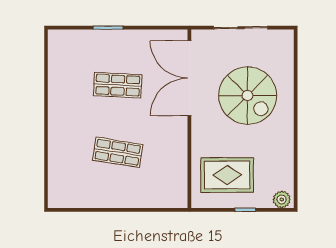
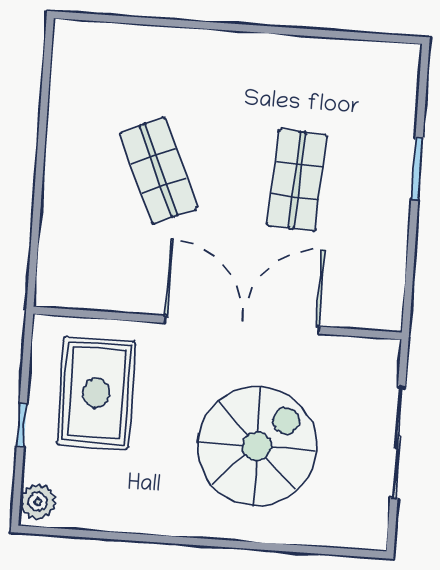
double door: (189, 78) -> (242, 325), moved
spiral stairs: (248, 95) -> (257, 446), turned 180
shop shelf: (118, 152) -> (159, 170), turned -33

